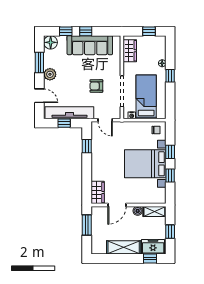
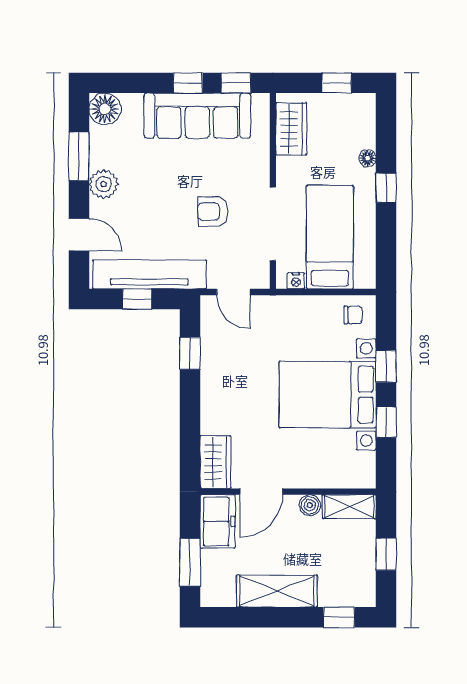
window: (66, 31) -> (236, 83), moved
window: (87, 225) -> (190, 562), moved
freezer: (153, 247) -> (218, 521), moved, turned 90

